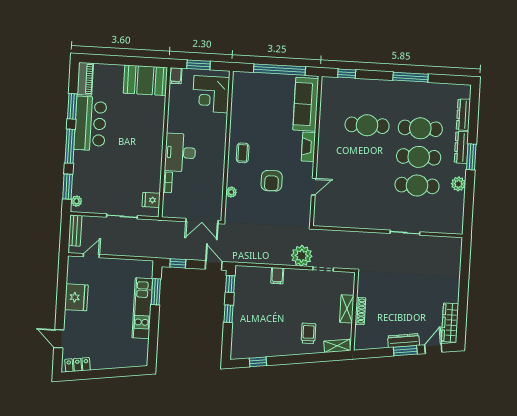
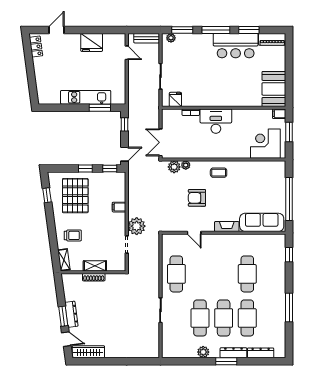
plant: (233, 206) -> (174, 167), added
cafe table: (362, 211) -> (176, 274), added
pallet: (260, 328) -> (75, 196), added

